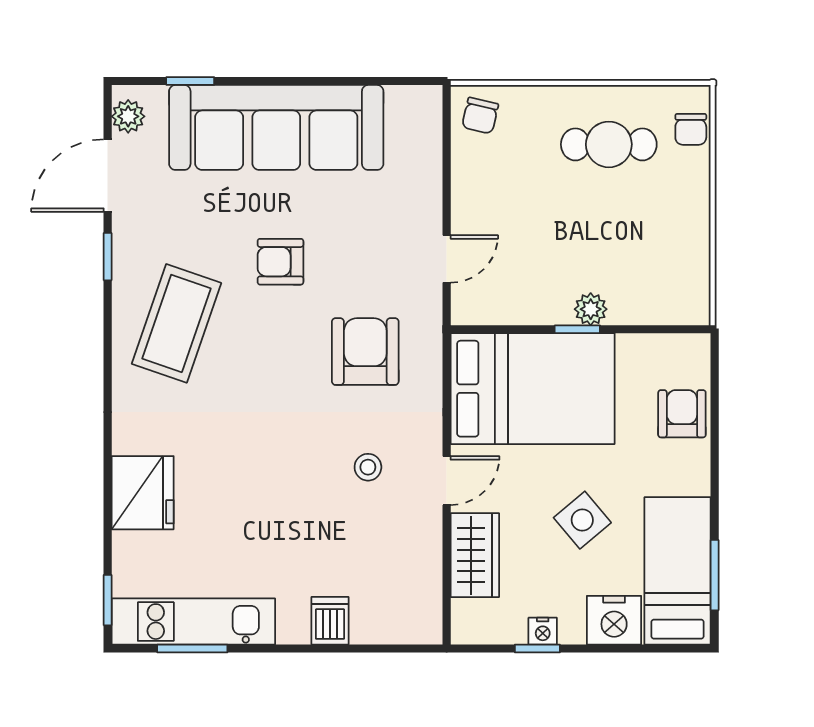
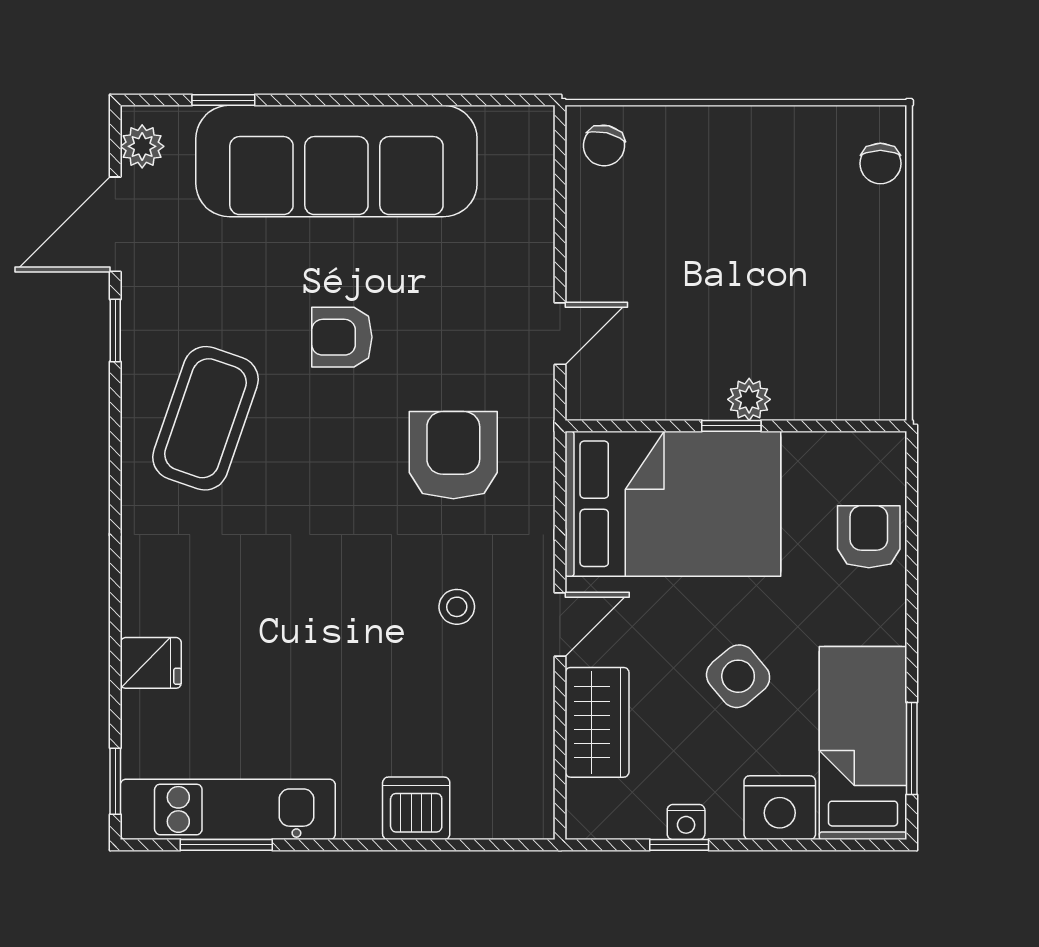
cafe table: (609, 144) -> (773, 183), removed
fridge: (143, 493) -> (151, 663), width x0.53, depth x0.75
dishwasher: (330, 621) -> (416, 808), width x1.38

